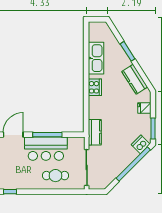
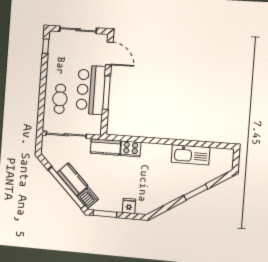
kitchen counter: (135, 79) -> (72, 179), moved, turned 77
cooker: (95, 87) -> (131, 149), moved

